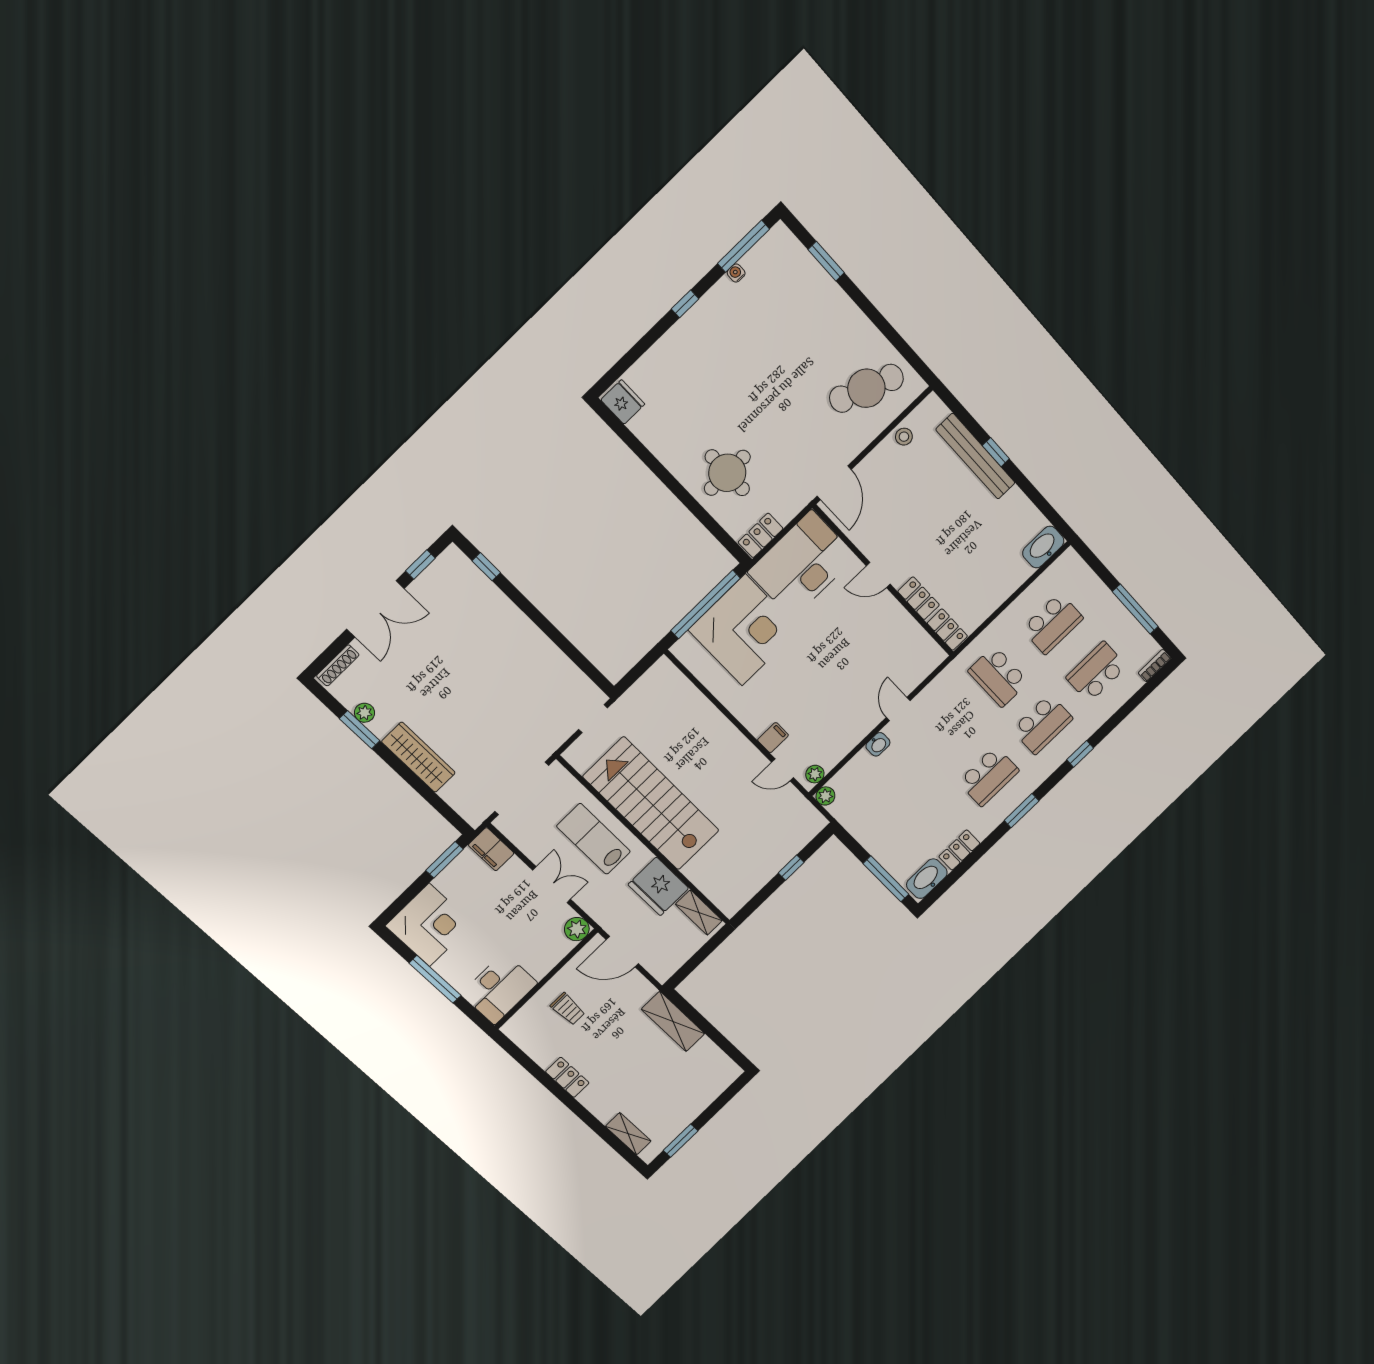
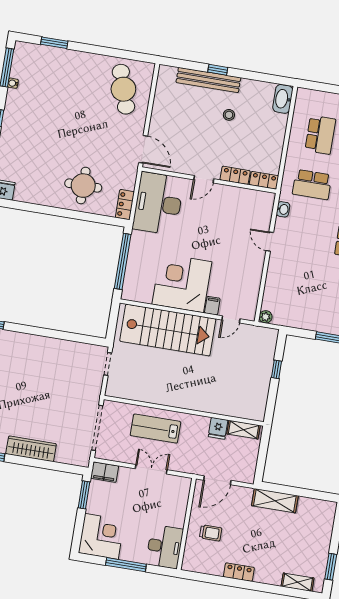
cafe table: (866, 388) -> (123, 89), turned -39
stool: (904, 437) -> (229, 115), moved
corner desk: (744, 630) -> (182, 283), moved, turned -90
washbasin: (878, 744) -> (283, 209), moved
plant: (815, 774) -> (251, 309), removed
stairs: (651, 804) -> (168, 330), moved, turned 180
fridge: (658, 886) -> (218, 428), width x0.53, depth x0.75
plant: (577, 929) -> (183, 485), removed

